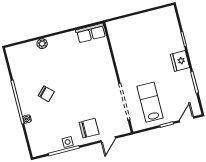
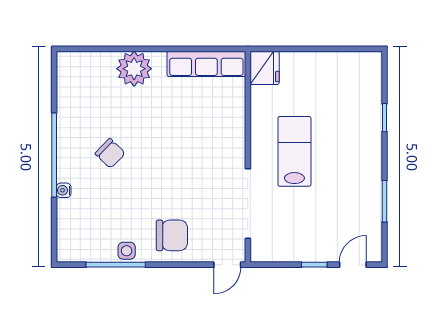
row of seats: (91, 33) -> (206, 64), width x1.48
plant: (42, 44) -> (134, 69), width x1.88, depth x1.88
fridge: (180, 61) -> (265, 68), moved, turned 180
lab bench: (150, 102) -> (294, 151), moved
door: (108, 139) -> (227, 265), moved

